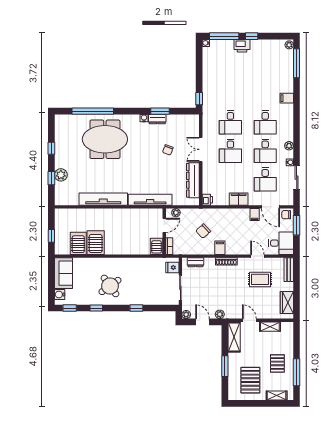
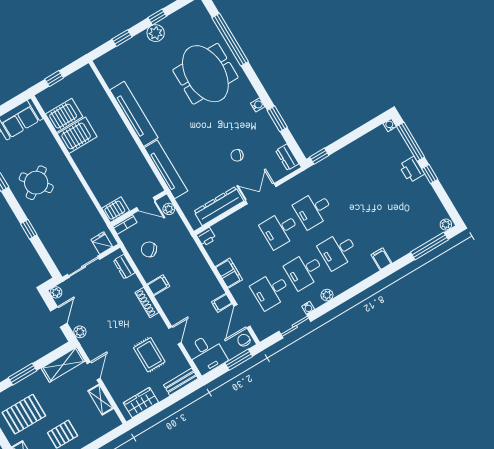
dresser: (157, 119) -> (287, 157), moved
plant: (61, 175) -> (156, 33), moved
chair: (203, 231) -> (149, 249), moved

